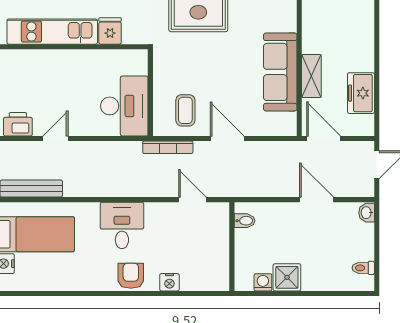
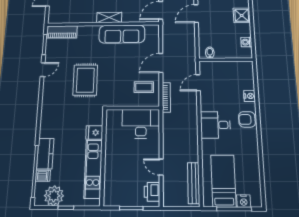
shelving: (311, 76) -> (109, 18), moved
shower: (287, 277) -> (242, 15), moved

